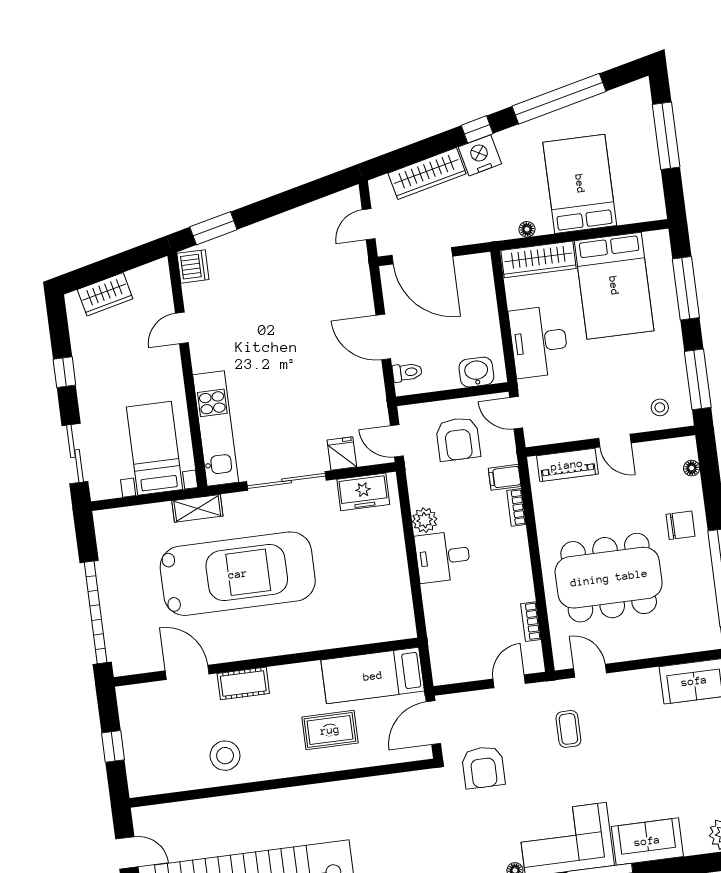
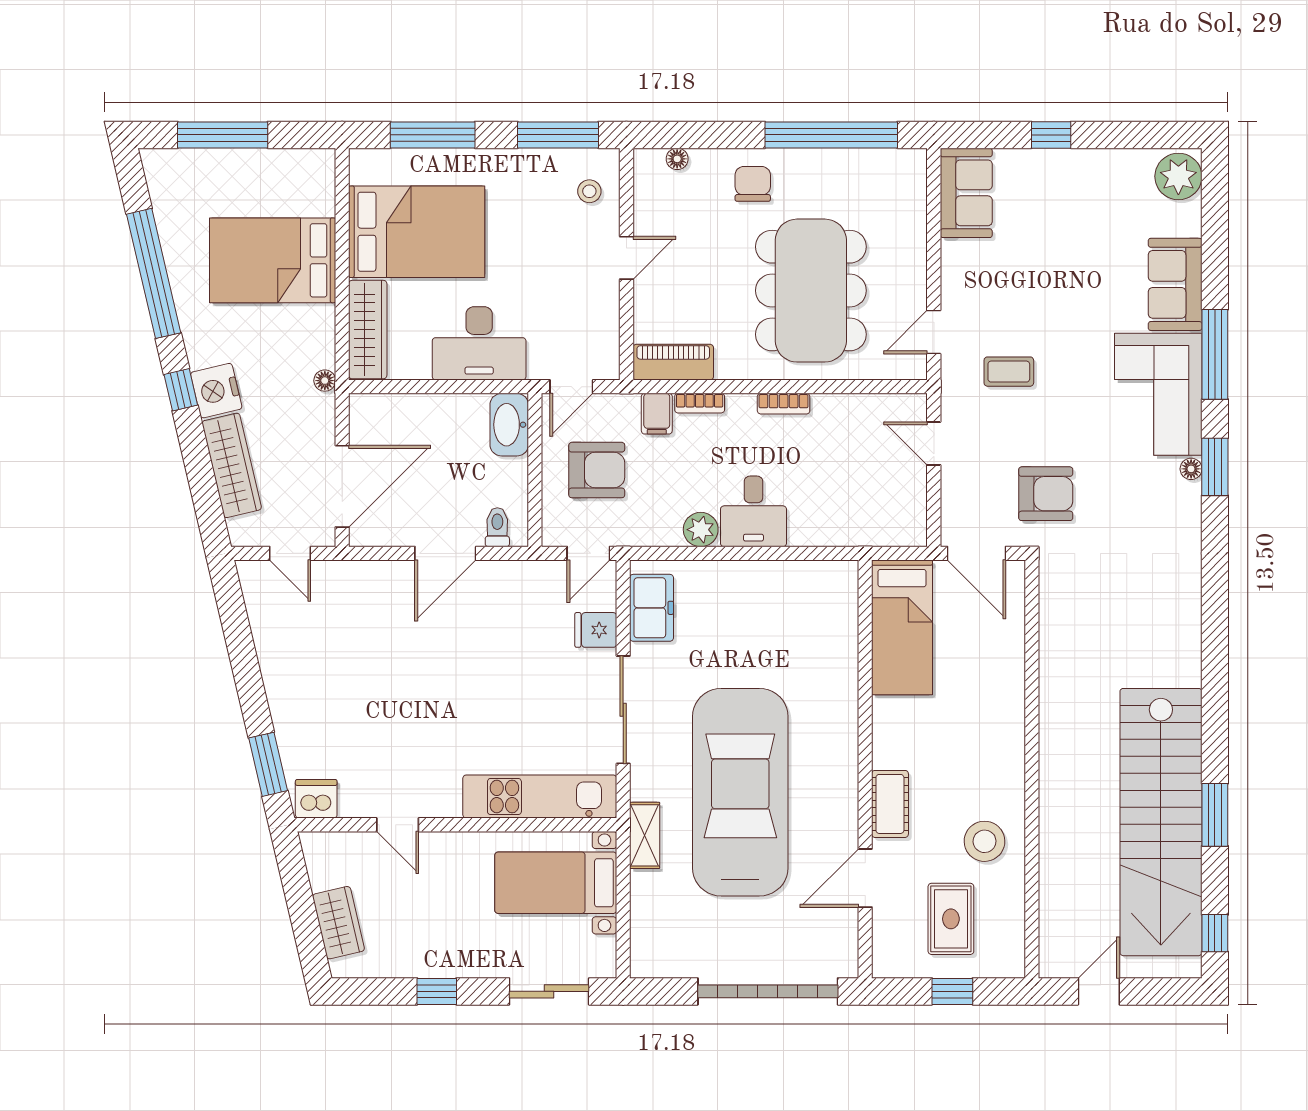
floor lamp: (527, 229) -> (325, 381), moved
washbasin: (476, 372) -> (509, 425), width x1.38
piano: (567, 465) -> (673, 362), moved, turned -90
bookcase: (531, 622) -> (784, 404), moved
rug: (330, 730) -> (951, 919), moved

